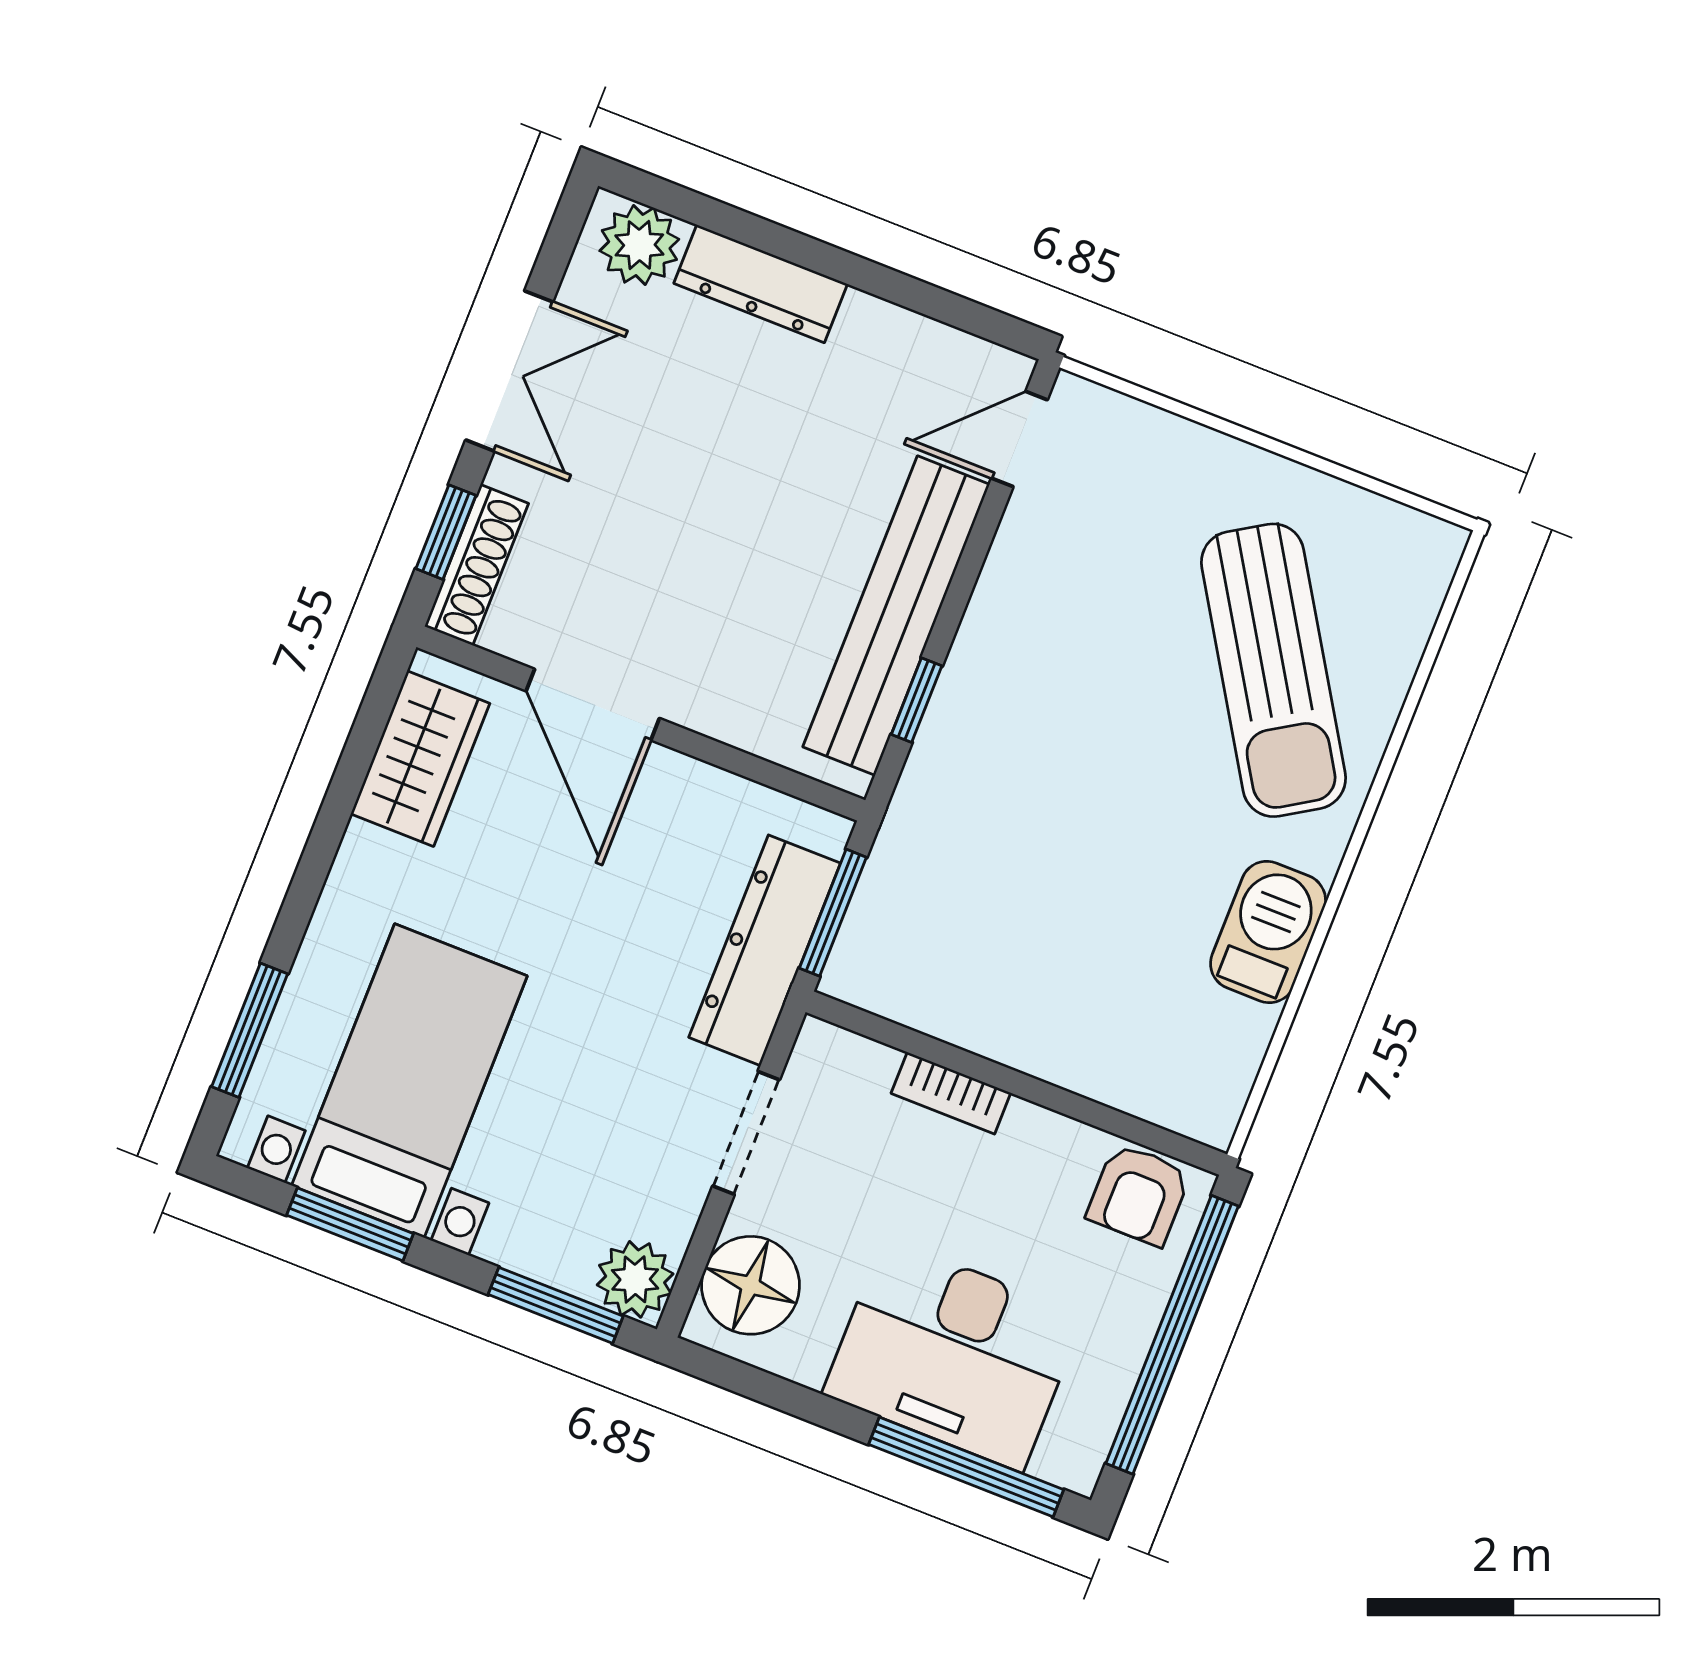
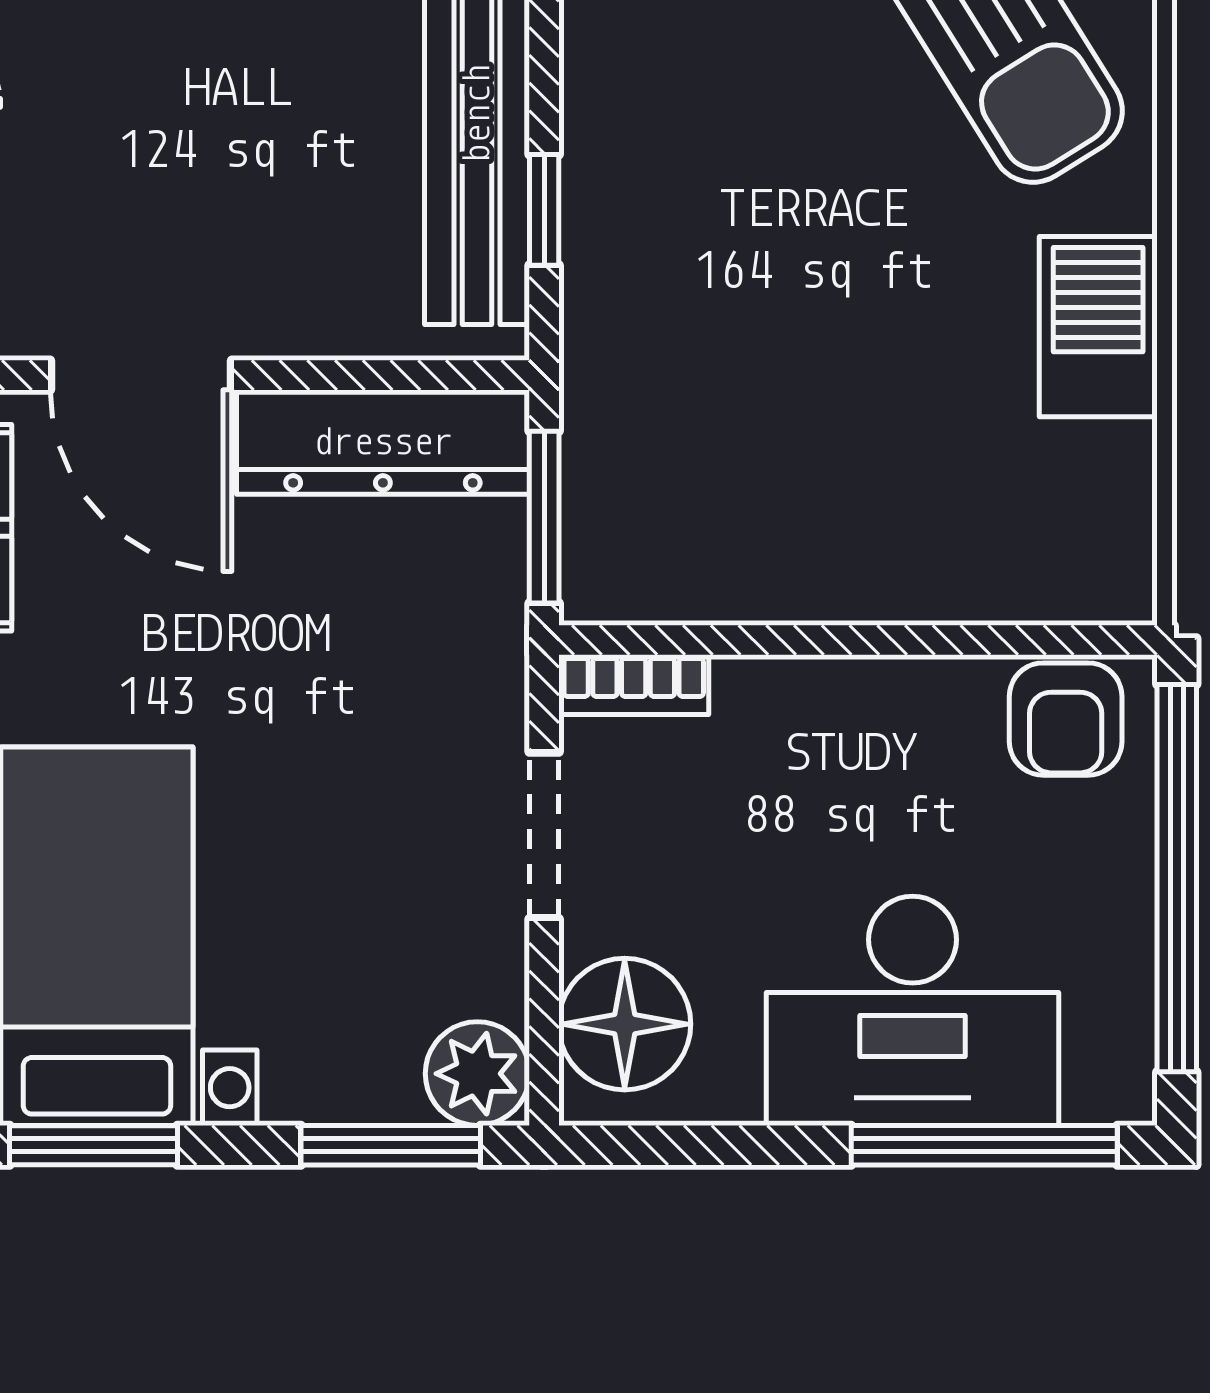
dresser: (765, 950) -> (383, 442), moved, turned -90
bookcase: (951, 1093) -> (634, 685), moved

